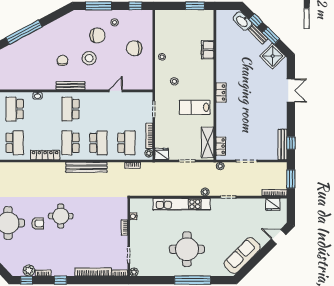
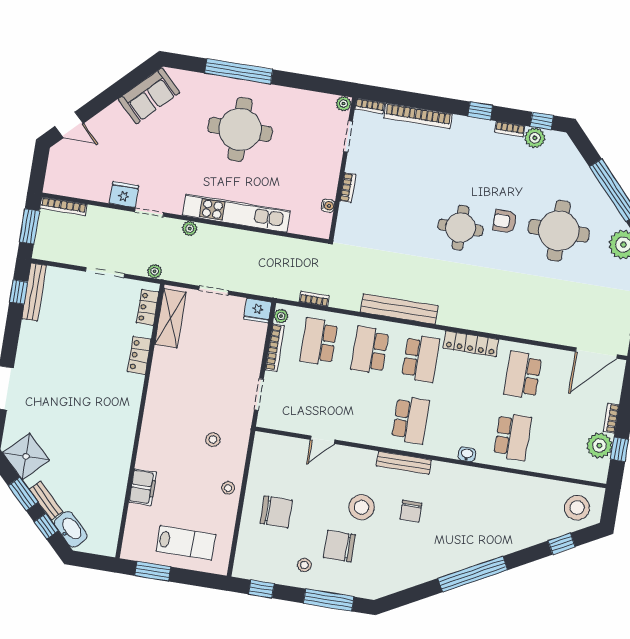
locker: (221, 93) -> (139, 355), moved
lab bench: (195, 107) -> (186, 543), moved
fridge: (273, 204) -> (124, 194), moved
sofa: (242, 255) -> (149, 96), width x0.73

